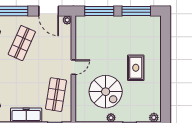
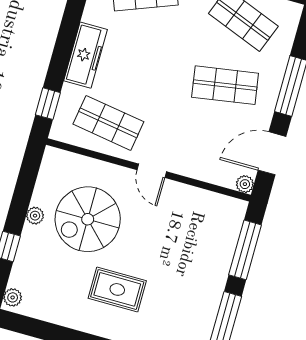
shop shelf: (22, 43) -> (225, 85), turned -33

